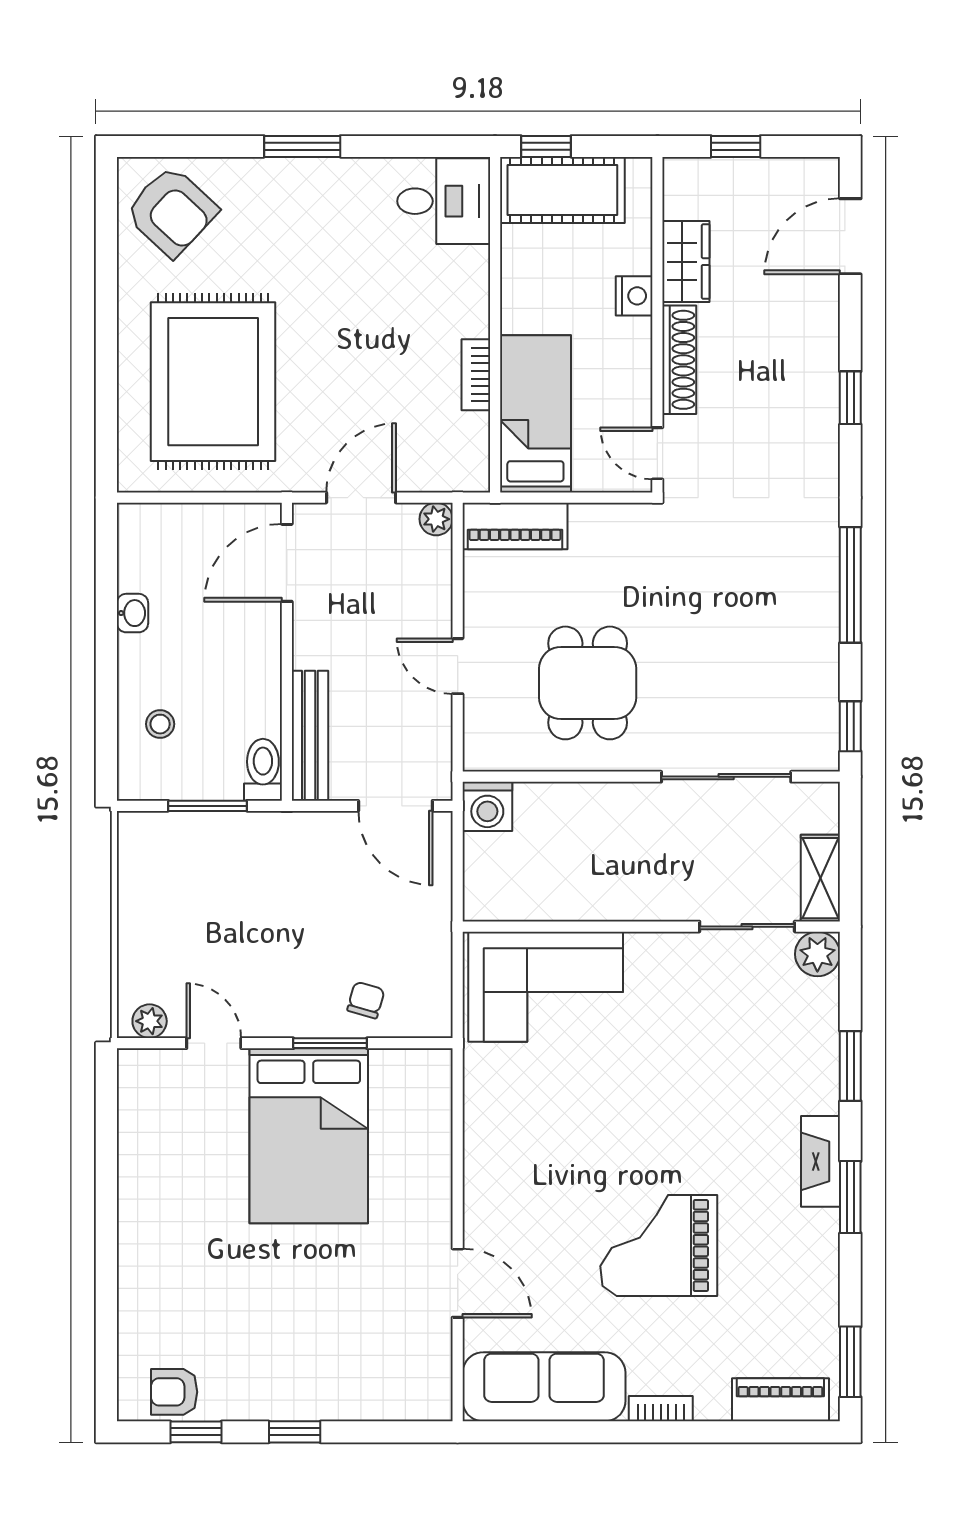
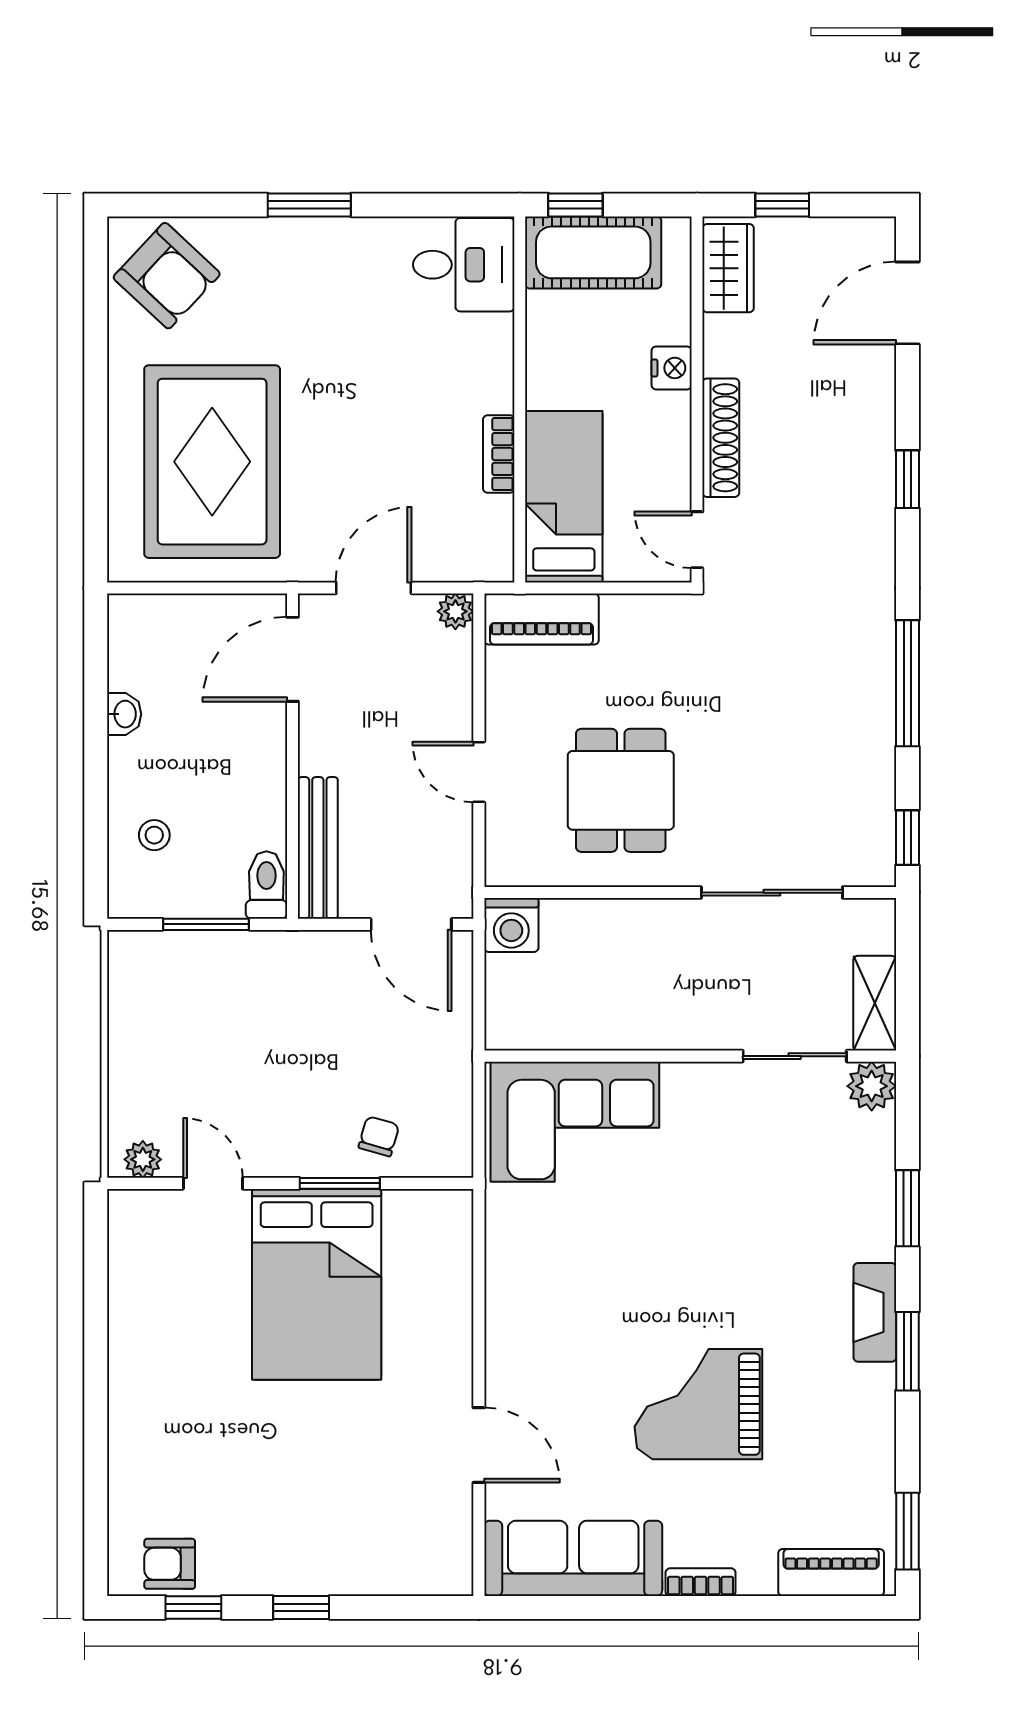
wardrobe: (686, 262) -> (728, 268), moved

